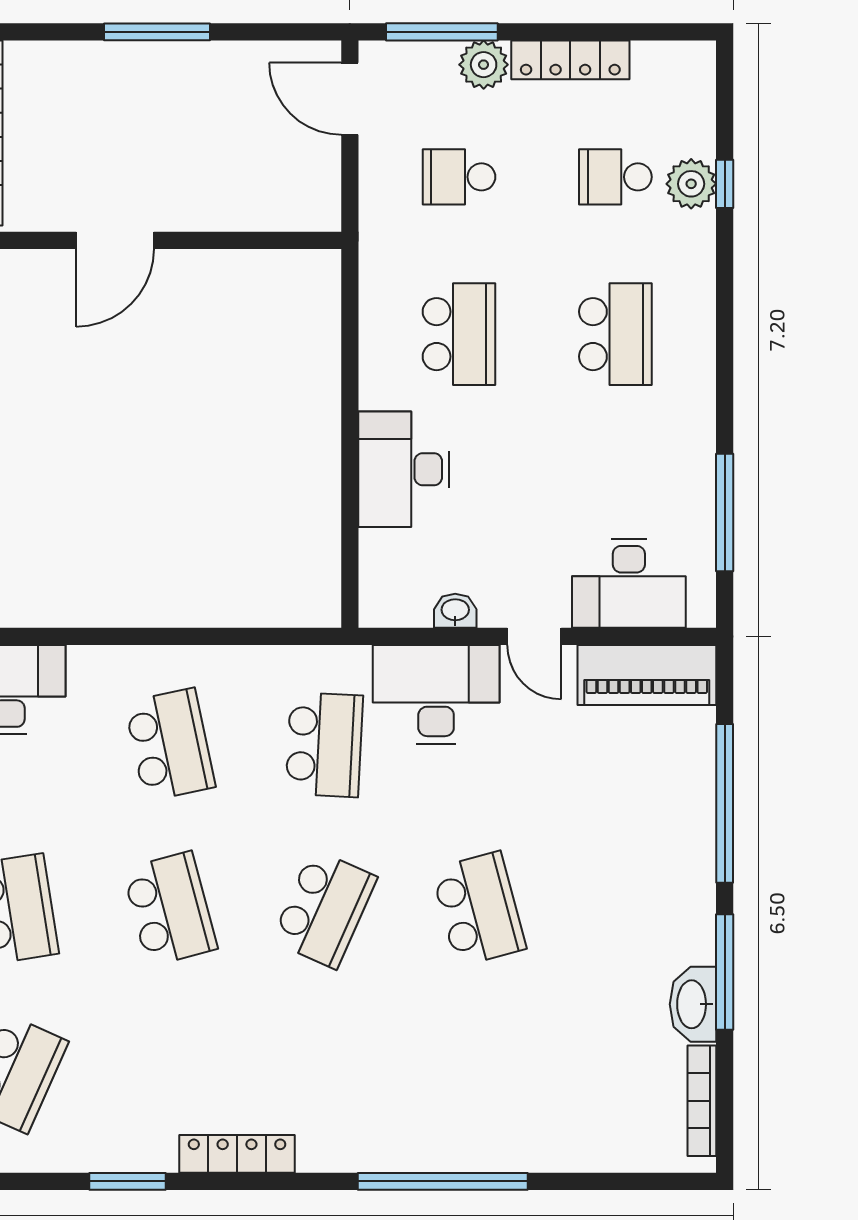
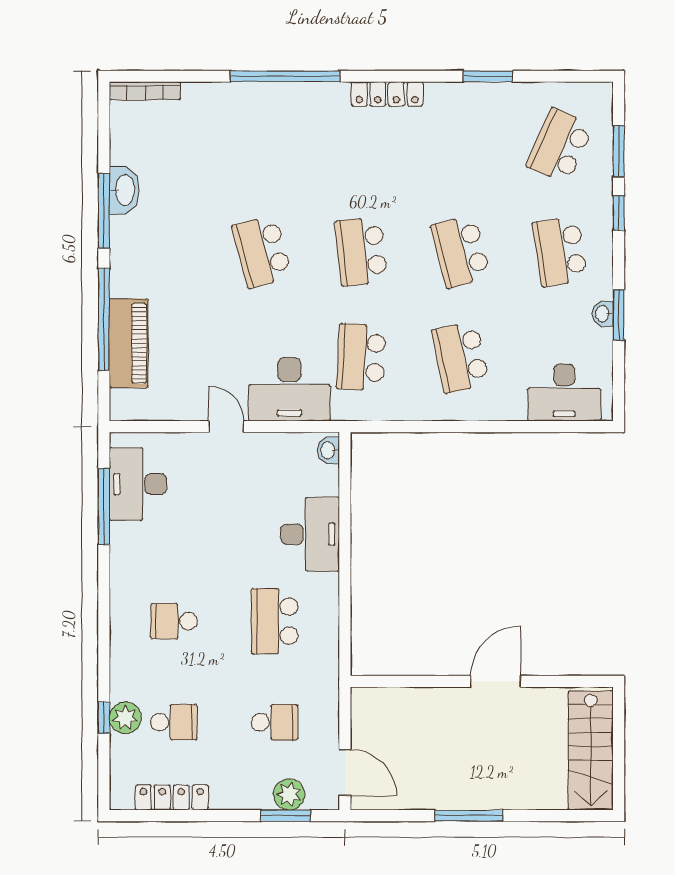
window: (442, 32) -> (286, 816), width x0.69
locker: (570, 60) -> (172, 797), moved
plant: (484, 65) -> (289, 794), moved
school desk: (615, 334) -> (174, 621), width x0.54
desk: (629, 583) -> (138, 484), moved, turned -90
washbasin: (455, 611) -> (328, 450), moved, turned 90
piano: (647, 675) -> (129, 343), moved, turned 90
school desk: (324, 909) -> (361, 251), turned -30
bookcase: (702, 1101) -> (145, 91), moved, turned 90
locker: (237, 1154) -> (387, 94), moved

